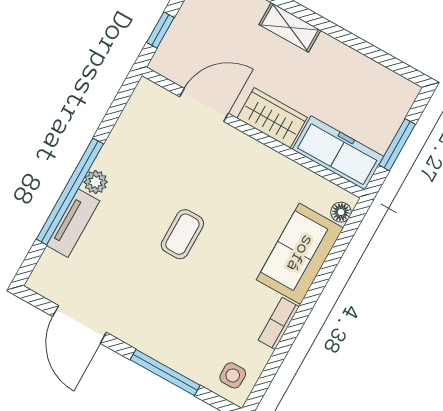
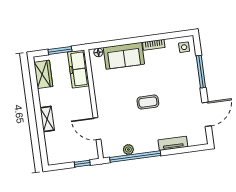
wardrobe: (272, 118) -> (43, 74), moved, turned 180
plant: (96, 182) -> (128, 149), moved
window: (70, 191) -> (135, 156), moved

